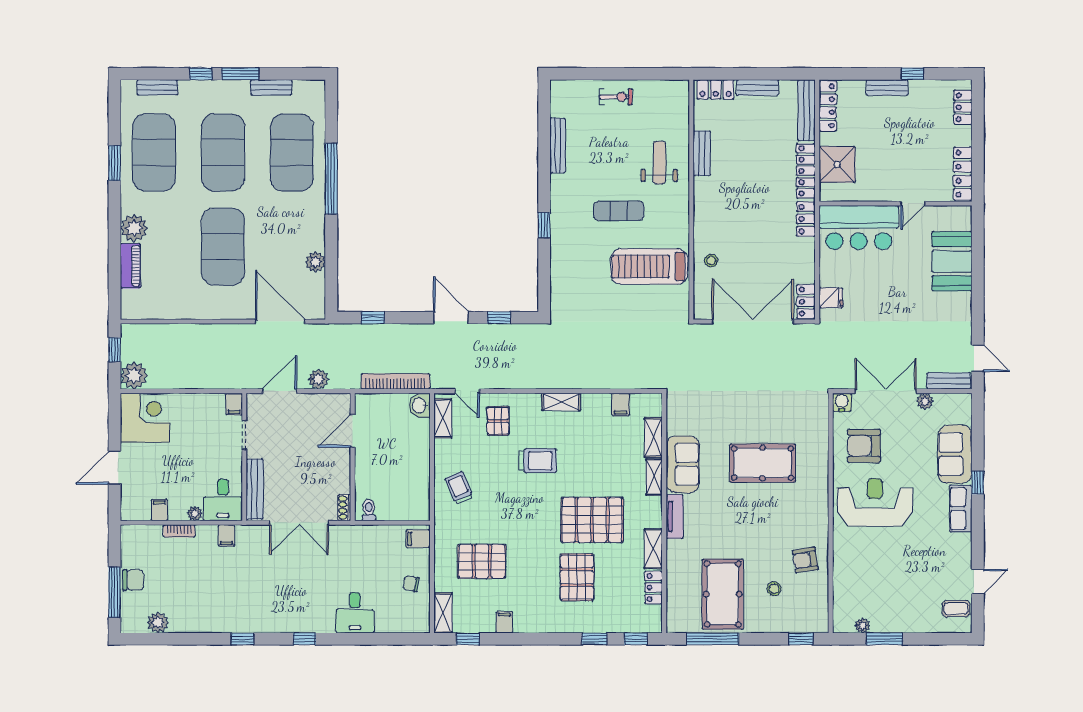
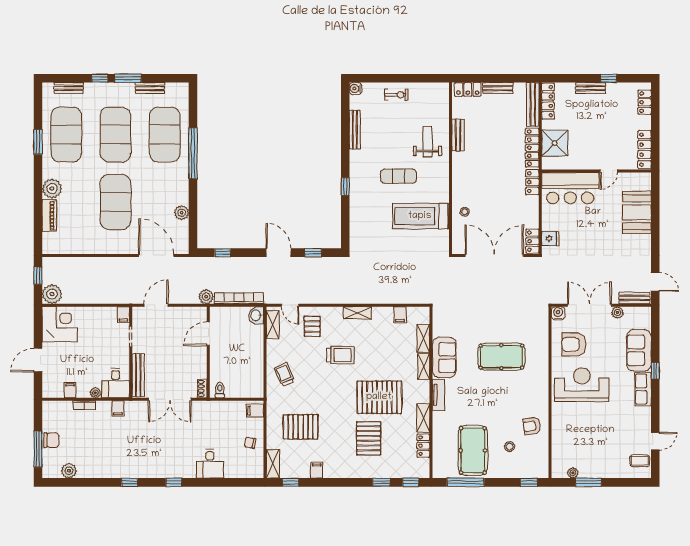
water cooler: (559, 88) -> (356, 89), added
plant: (318, 379) -> (206, 297), moved

